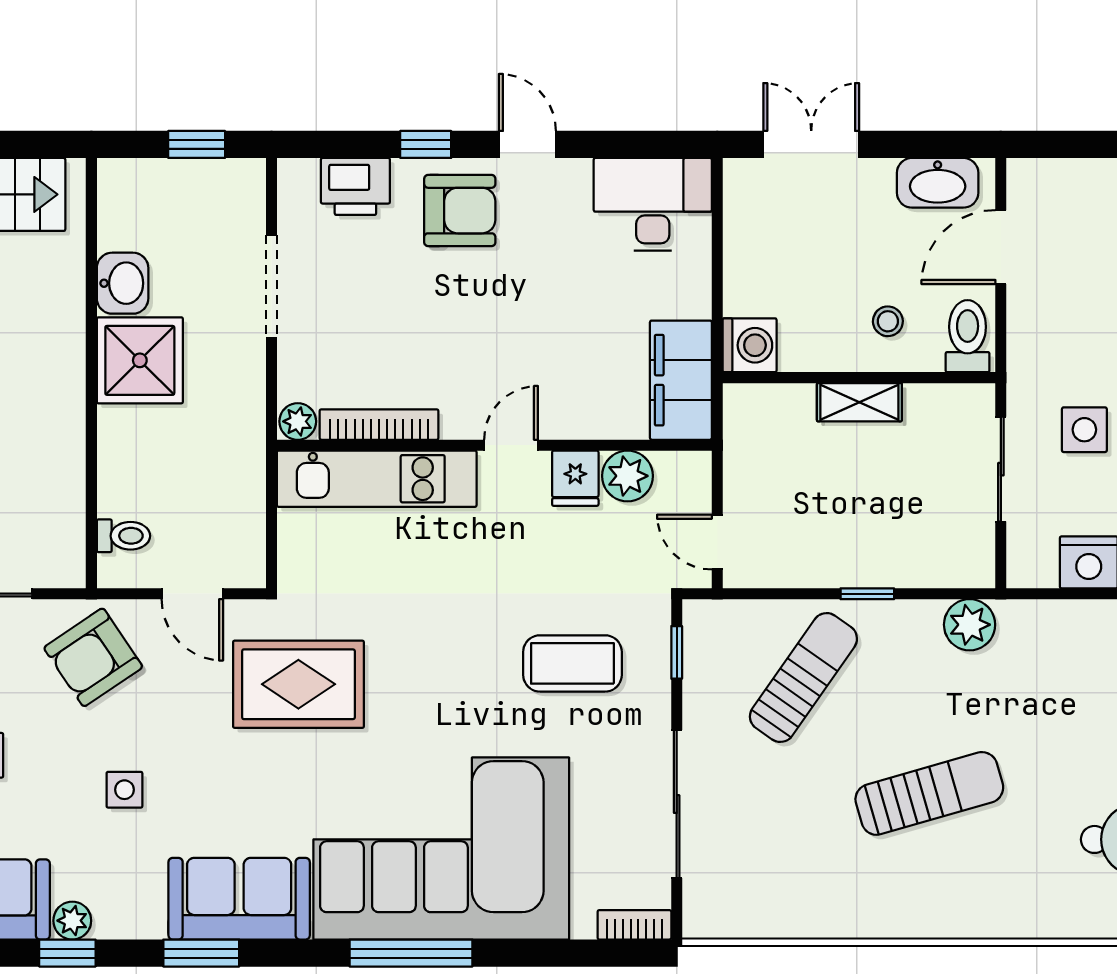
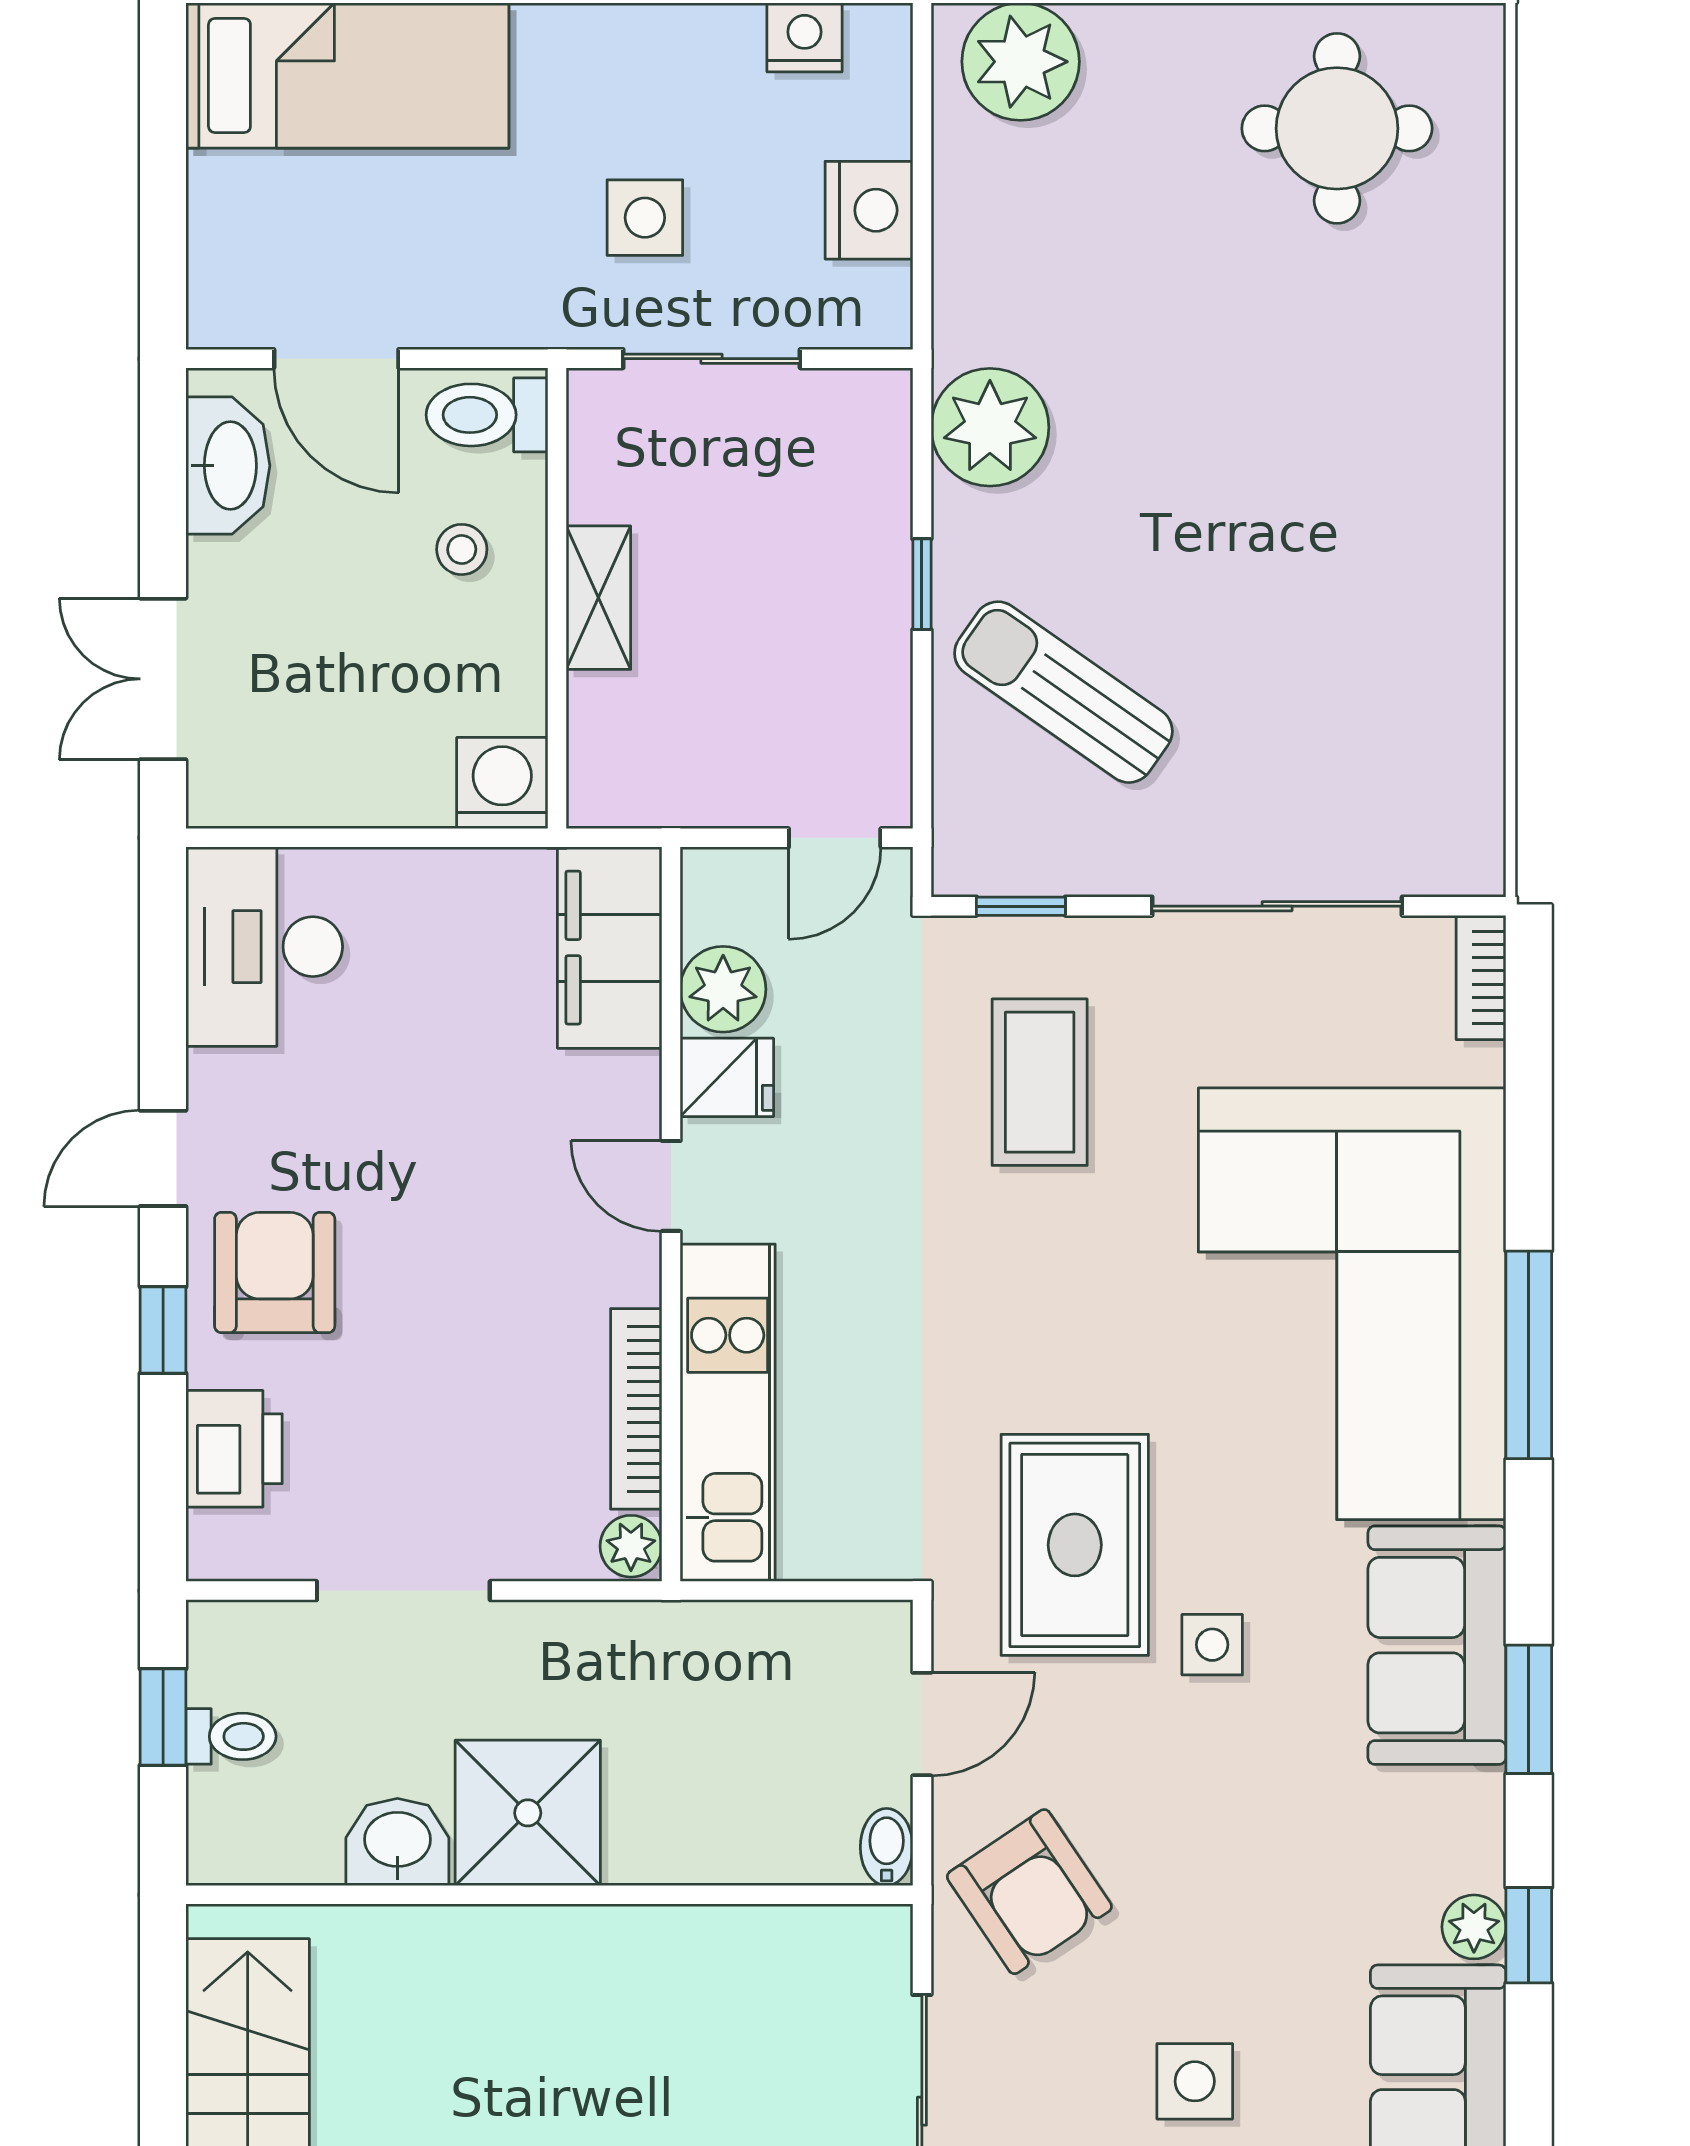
filing cabinet: (681, 380) -> (610, 948), moved, turned 90
toilet: (123, 536) -> (231, 1736), moved, turned 90
bidet: (120, 573) -> (887, 1847), added
plant: (970, 625) -> (990, 427), width x1.36, depth x1.36
side table: (124, 790) -> (1212, 1645), moved
sun lounger: (929, 793) -> (1259, 480), removed

